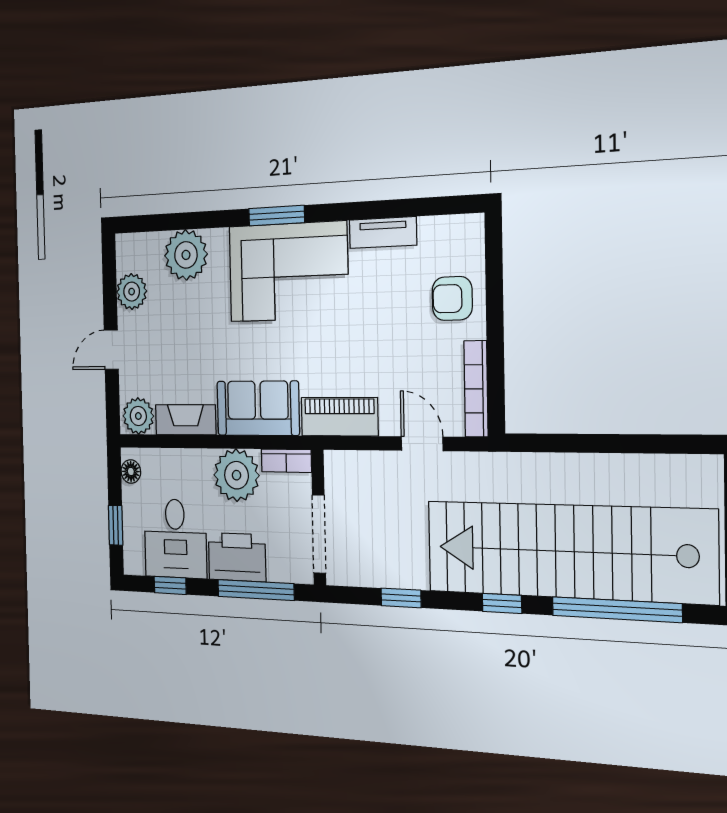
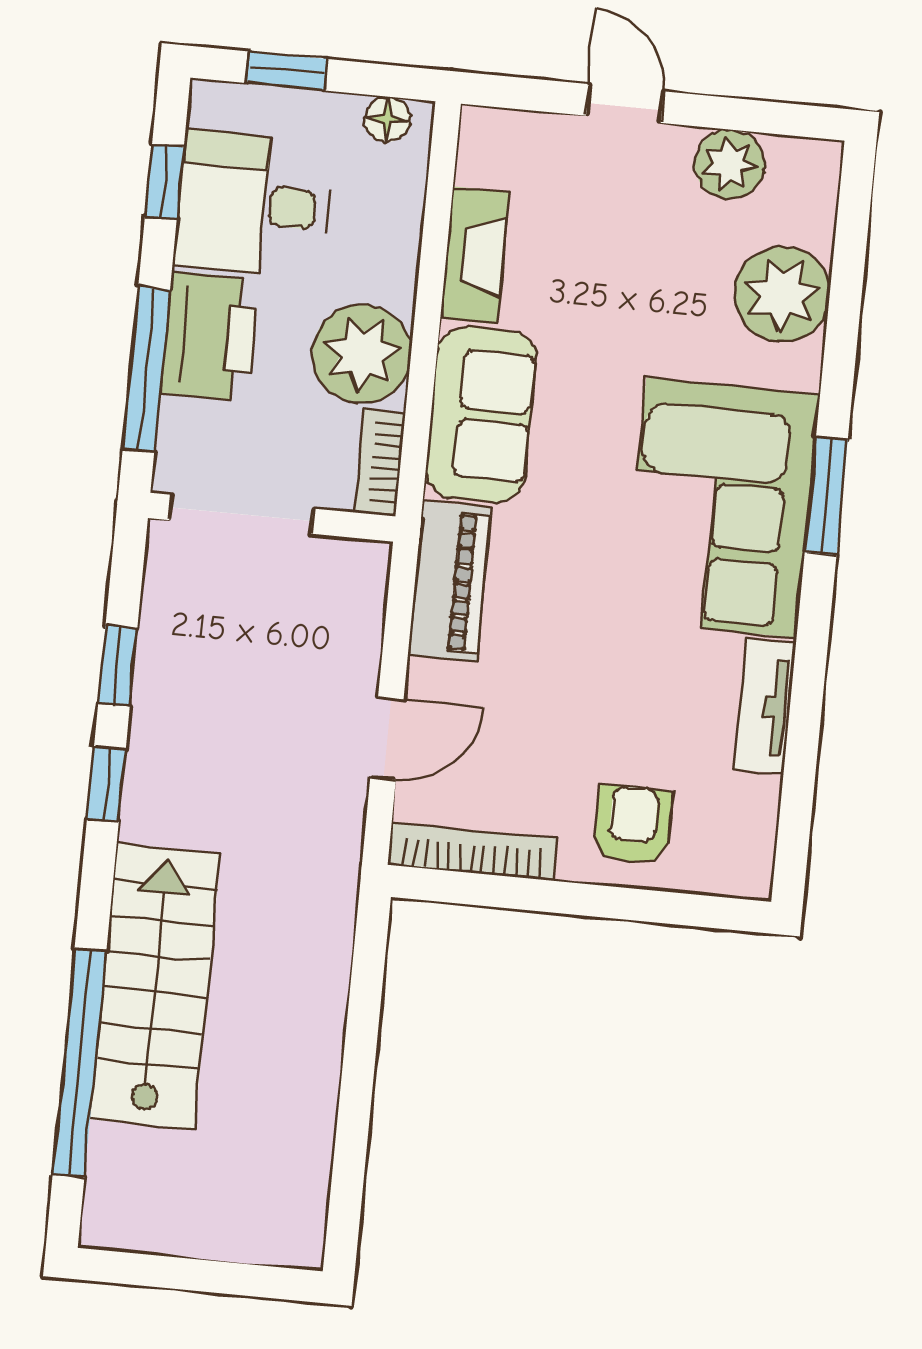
plant: (138, 416) -> (492, 150), removed
stairs: (568, 551) -> (155, 986), width x0.54, depth x0.66
window: (502, 603) -> (106, 784), moved

